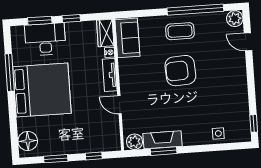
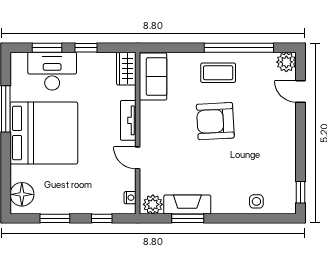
nightstand: (110, 52) -> (130, 198), moved

